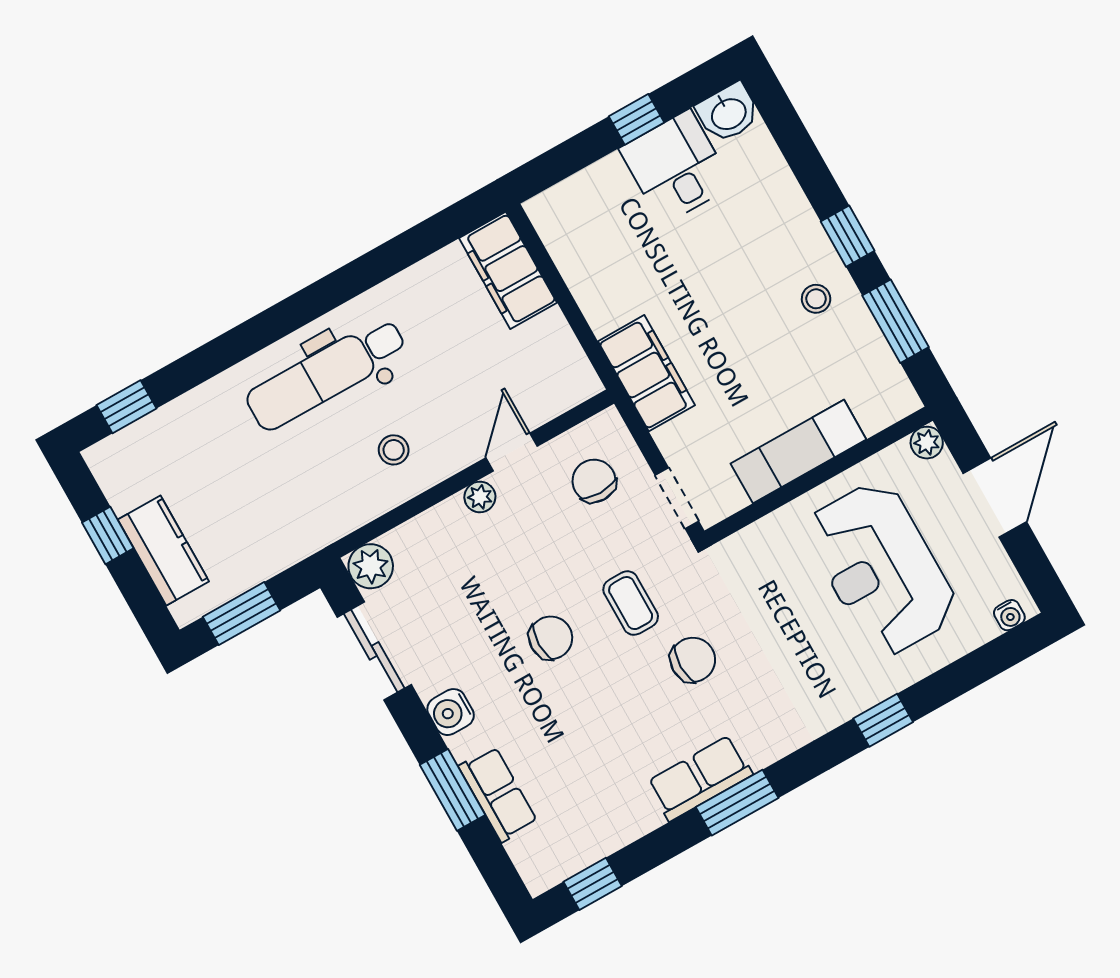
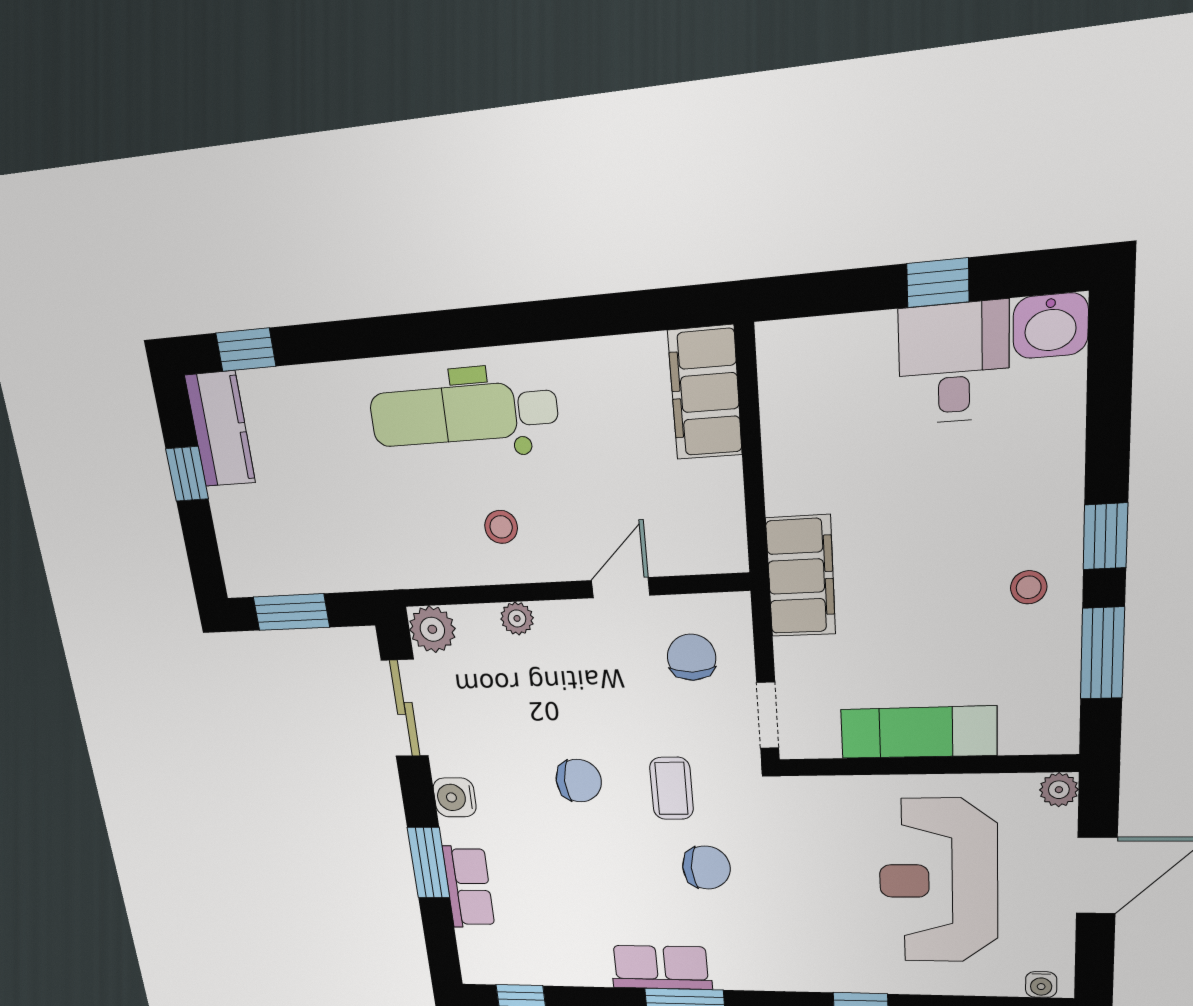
plant: (480, 497) -> (517, 618), moved
kitchen counter: (163, 551) -> (220, 429), moved

